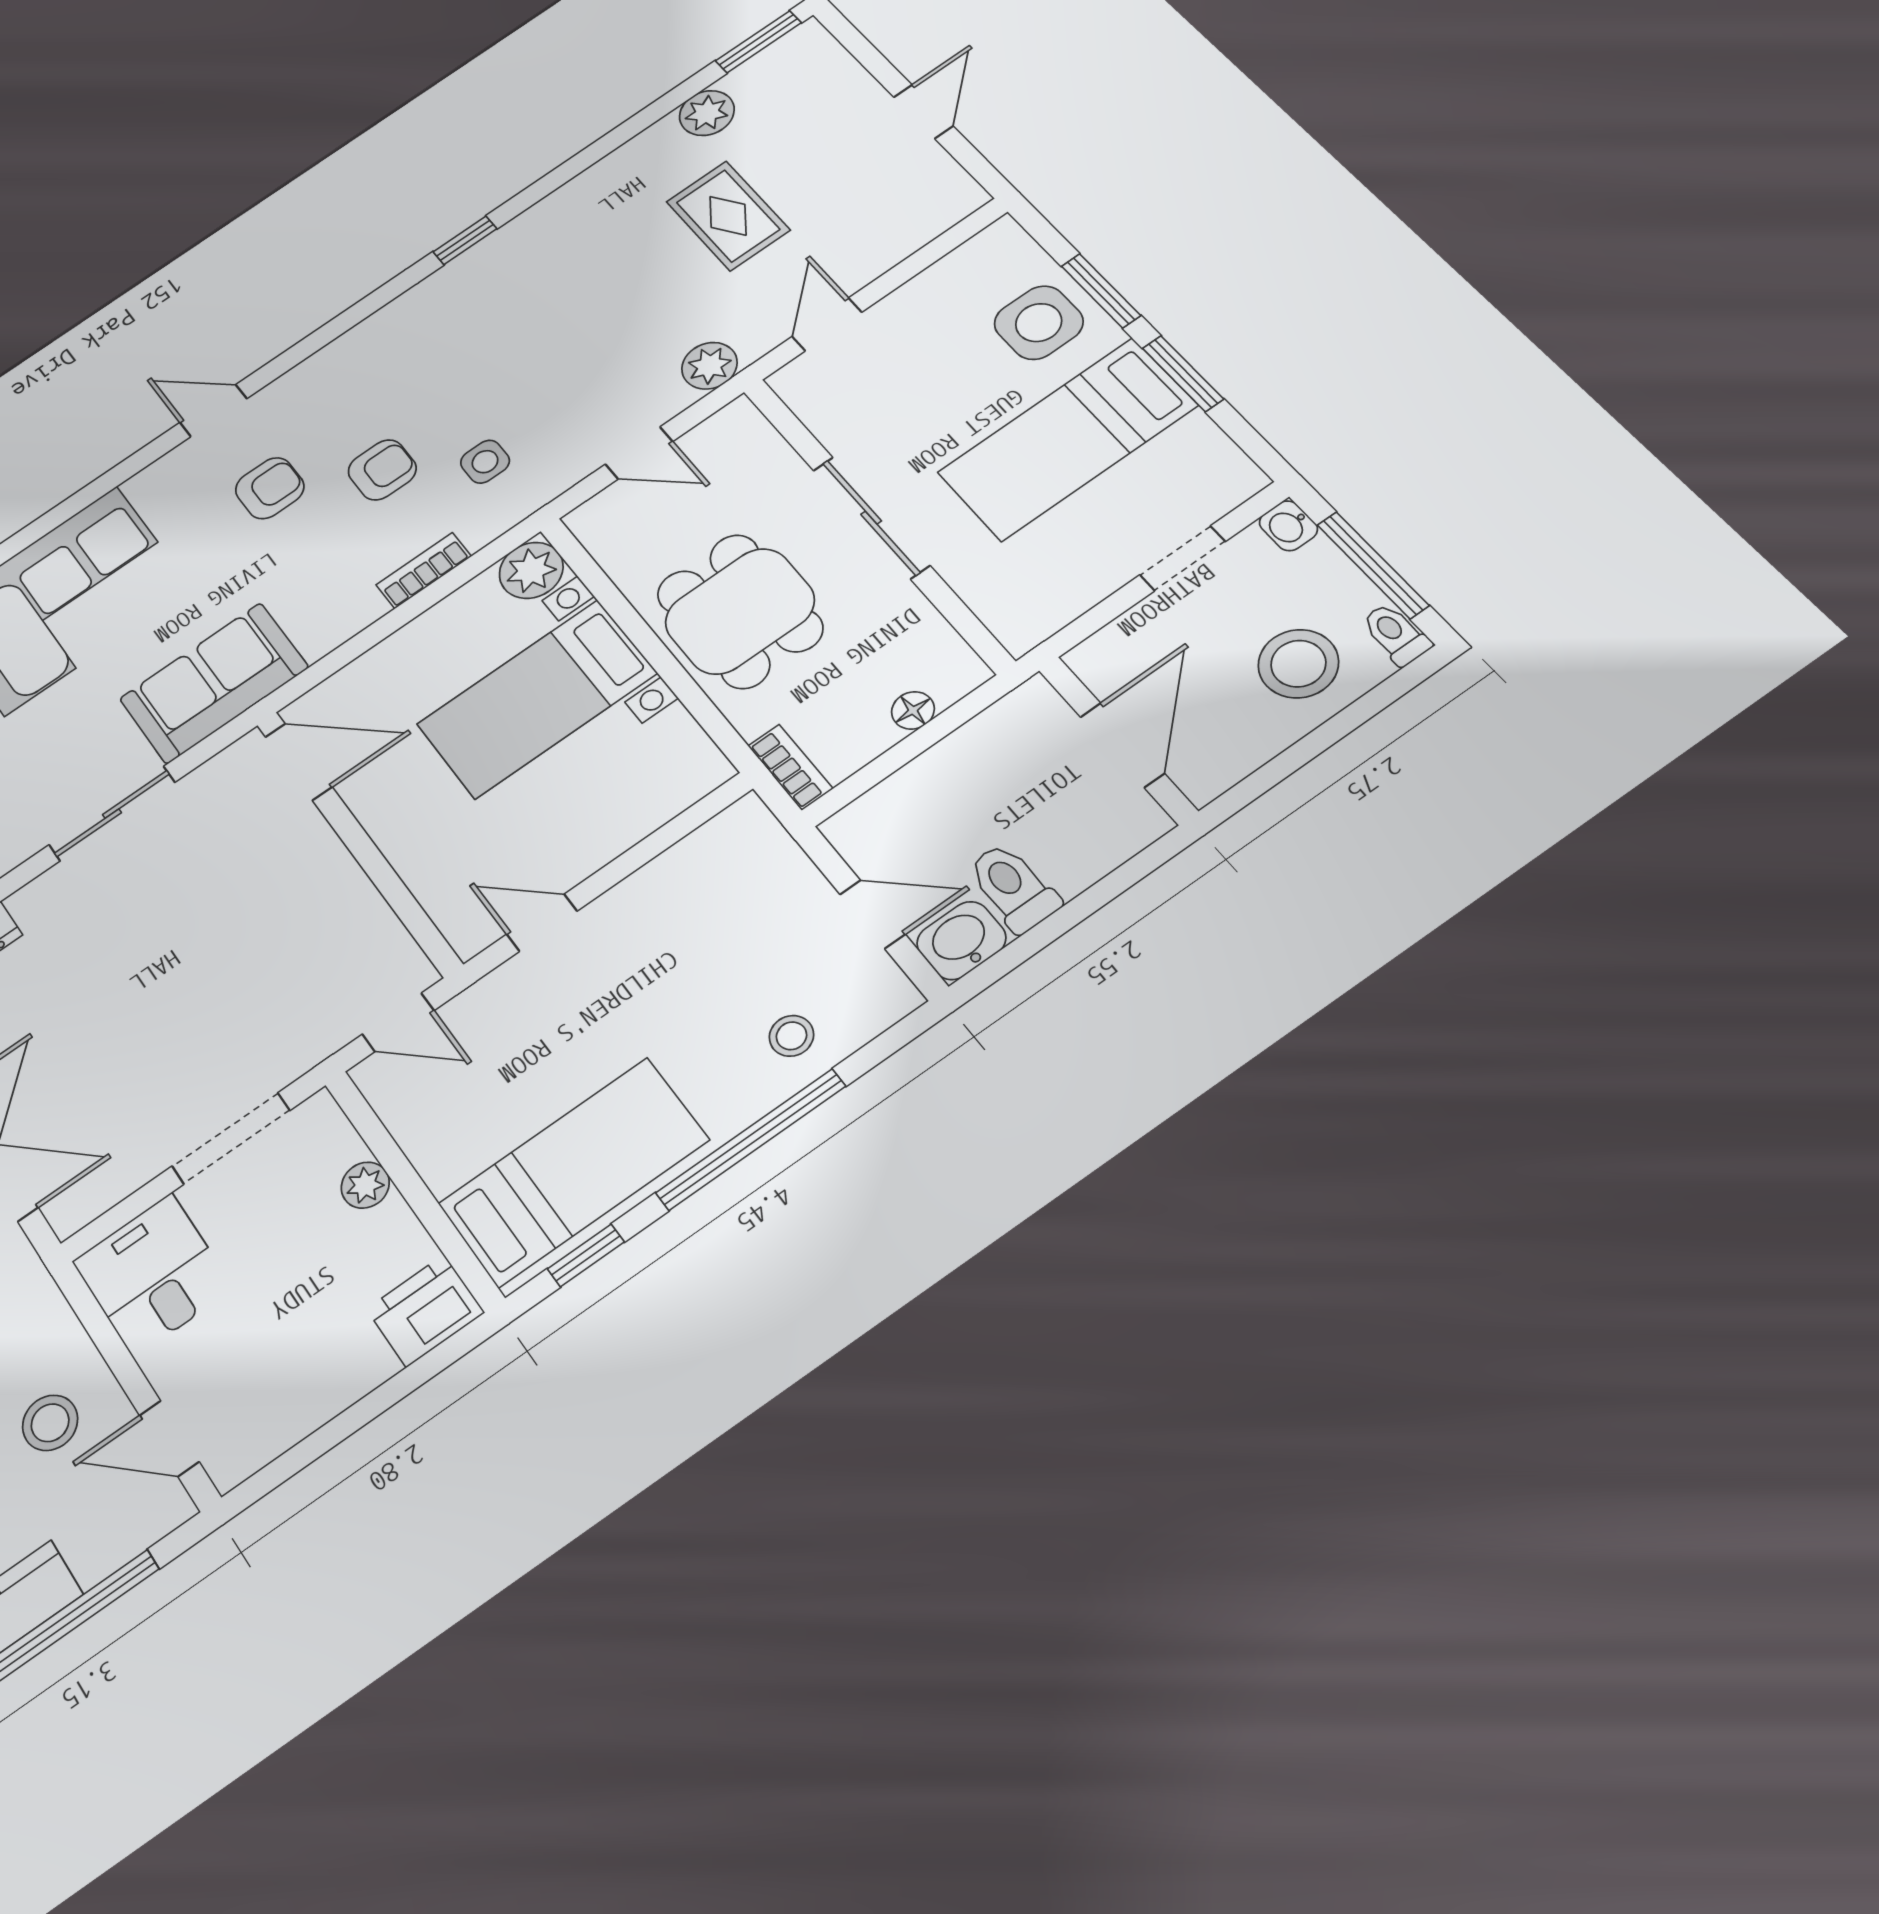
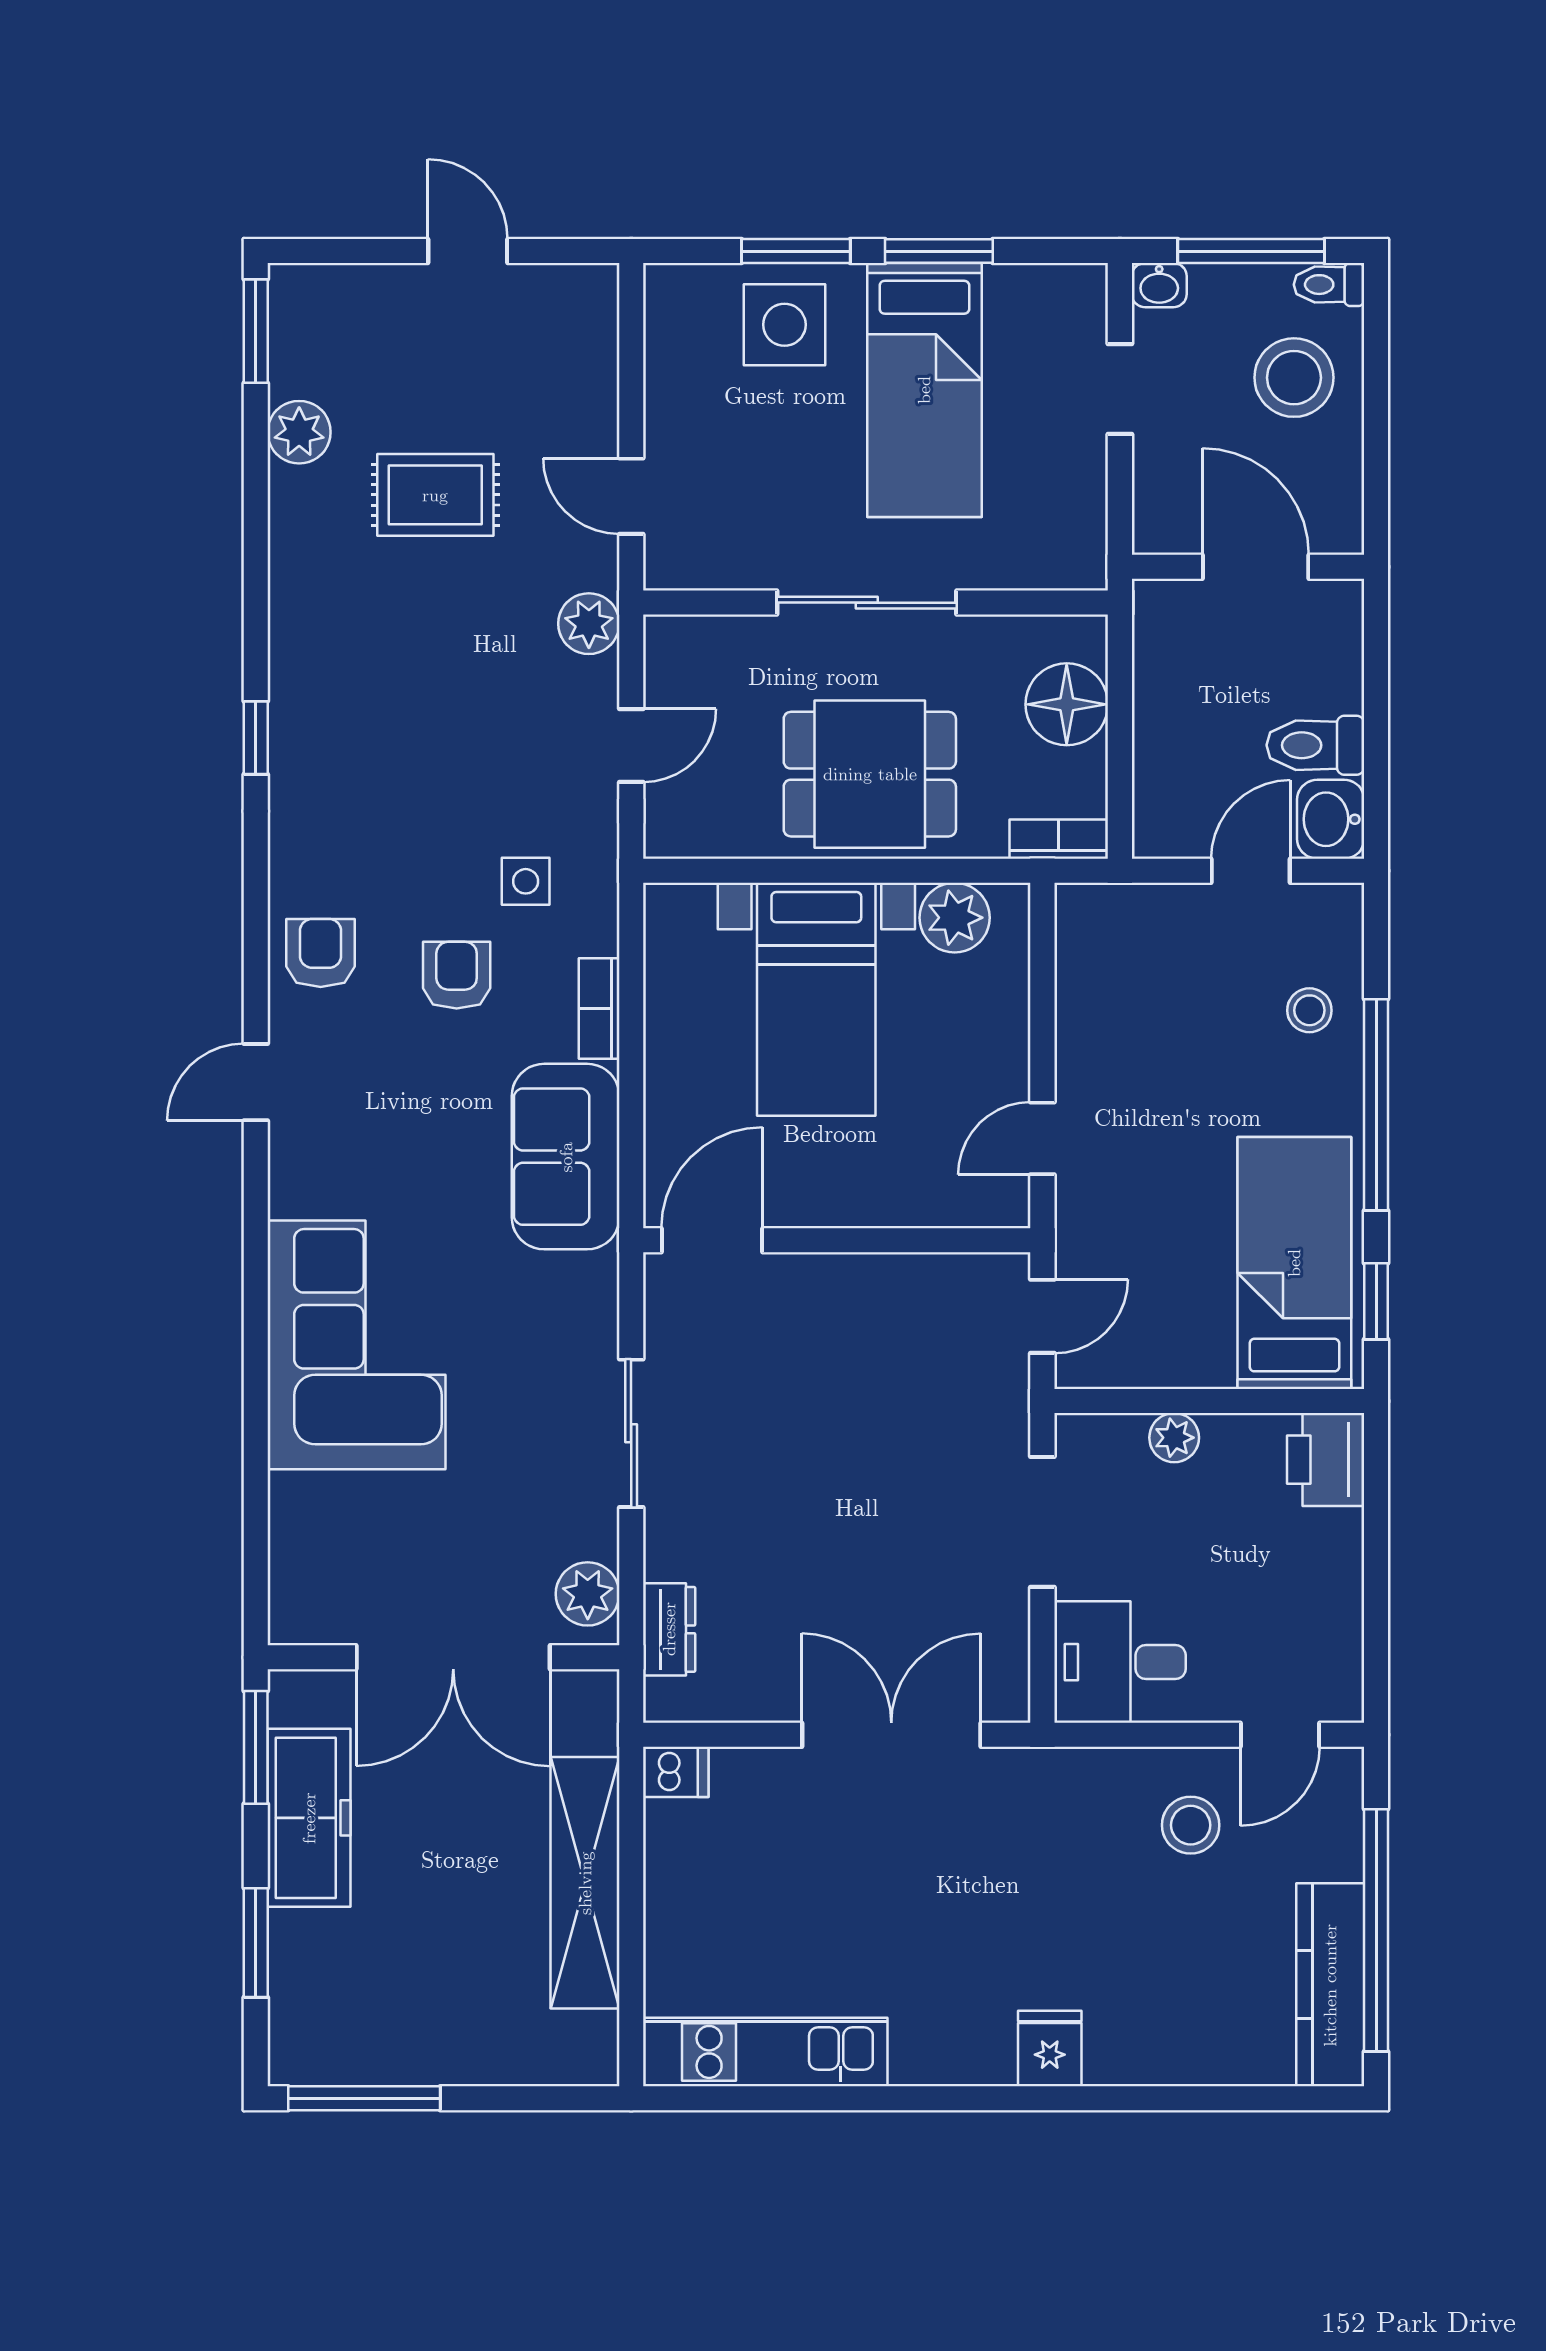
armchair: (270, 488) -> (321, 953), moved
plant: (531, 570) -> (955, 918), moved
sofa: (214, 683) -> (566, 1157), moved
floor lamp: (913, 710) -> (1067, 704), width x1.89, depth x1.89

